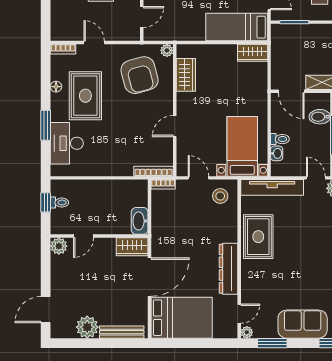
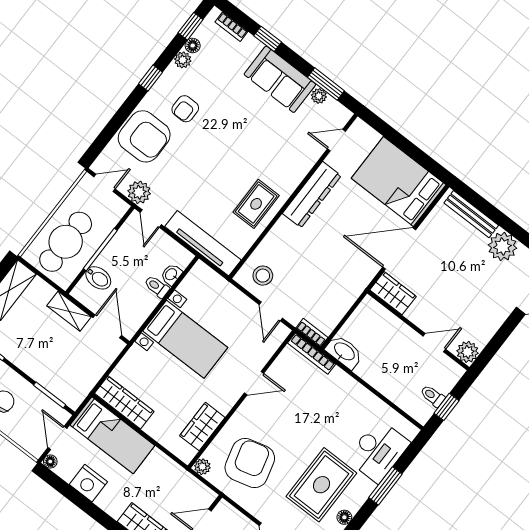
wardrobe: (253, 53) -> (124, 402), width x1.50
bed with nightstands: (242, 146) -> (185, 339), moved, turned -90
washbasin: (140, 221) -> (344, 352), moved, turned -90
rug: (258, 237) -> (256, 204), width x0.73, depth x0.70
plant: (247, 332) -> (319, 96), moved

